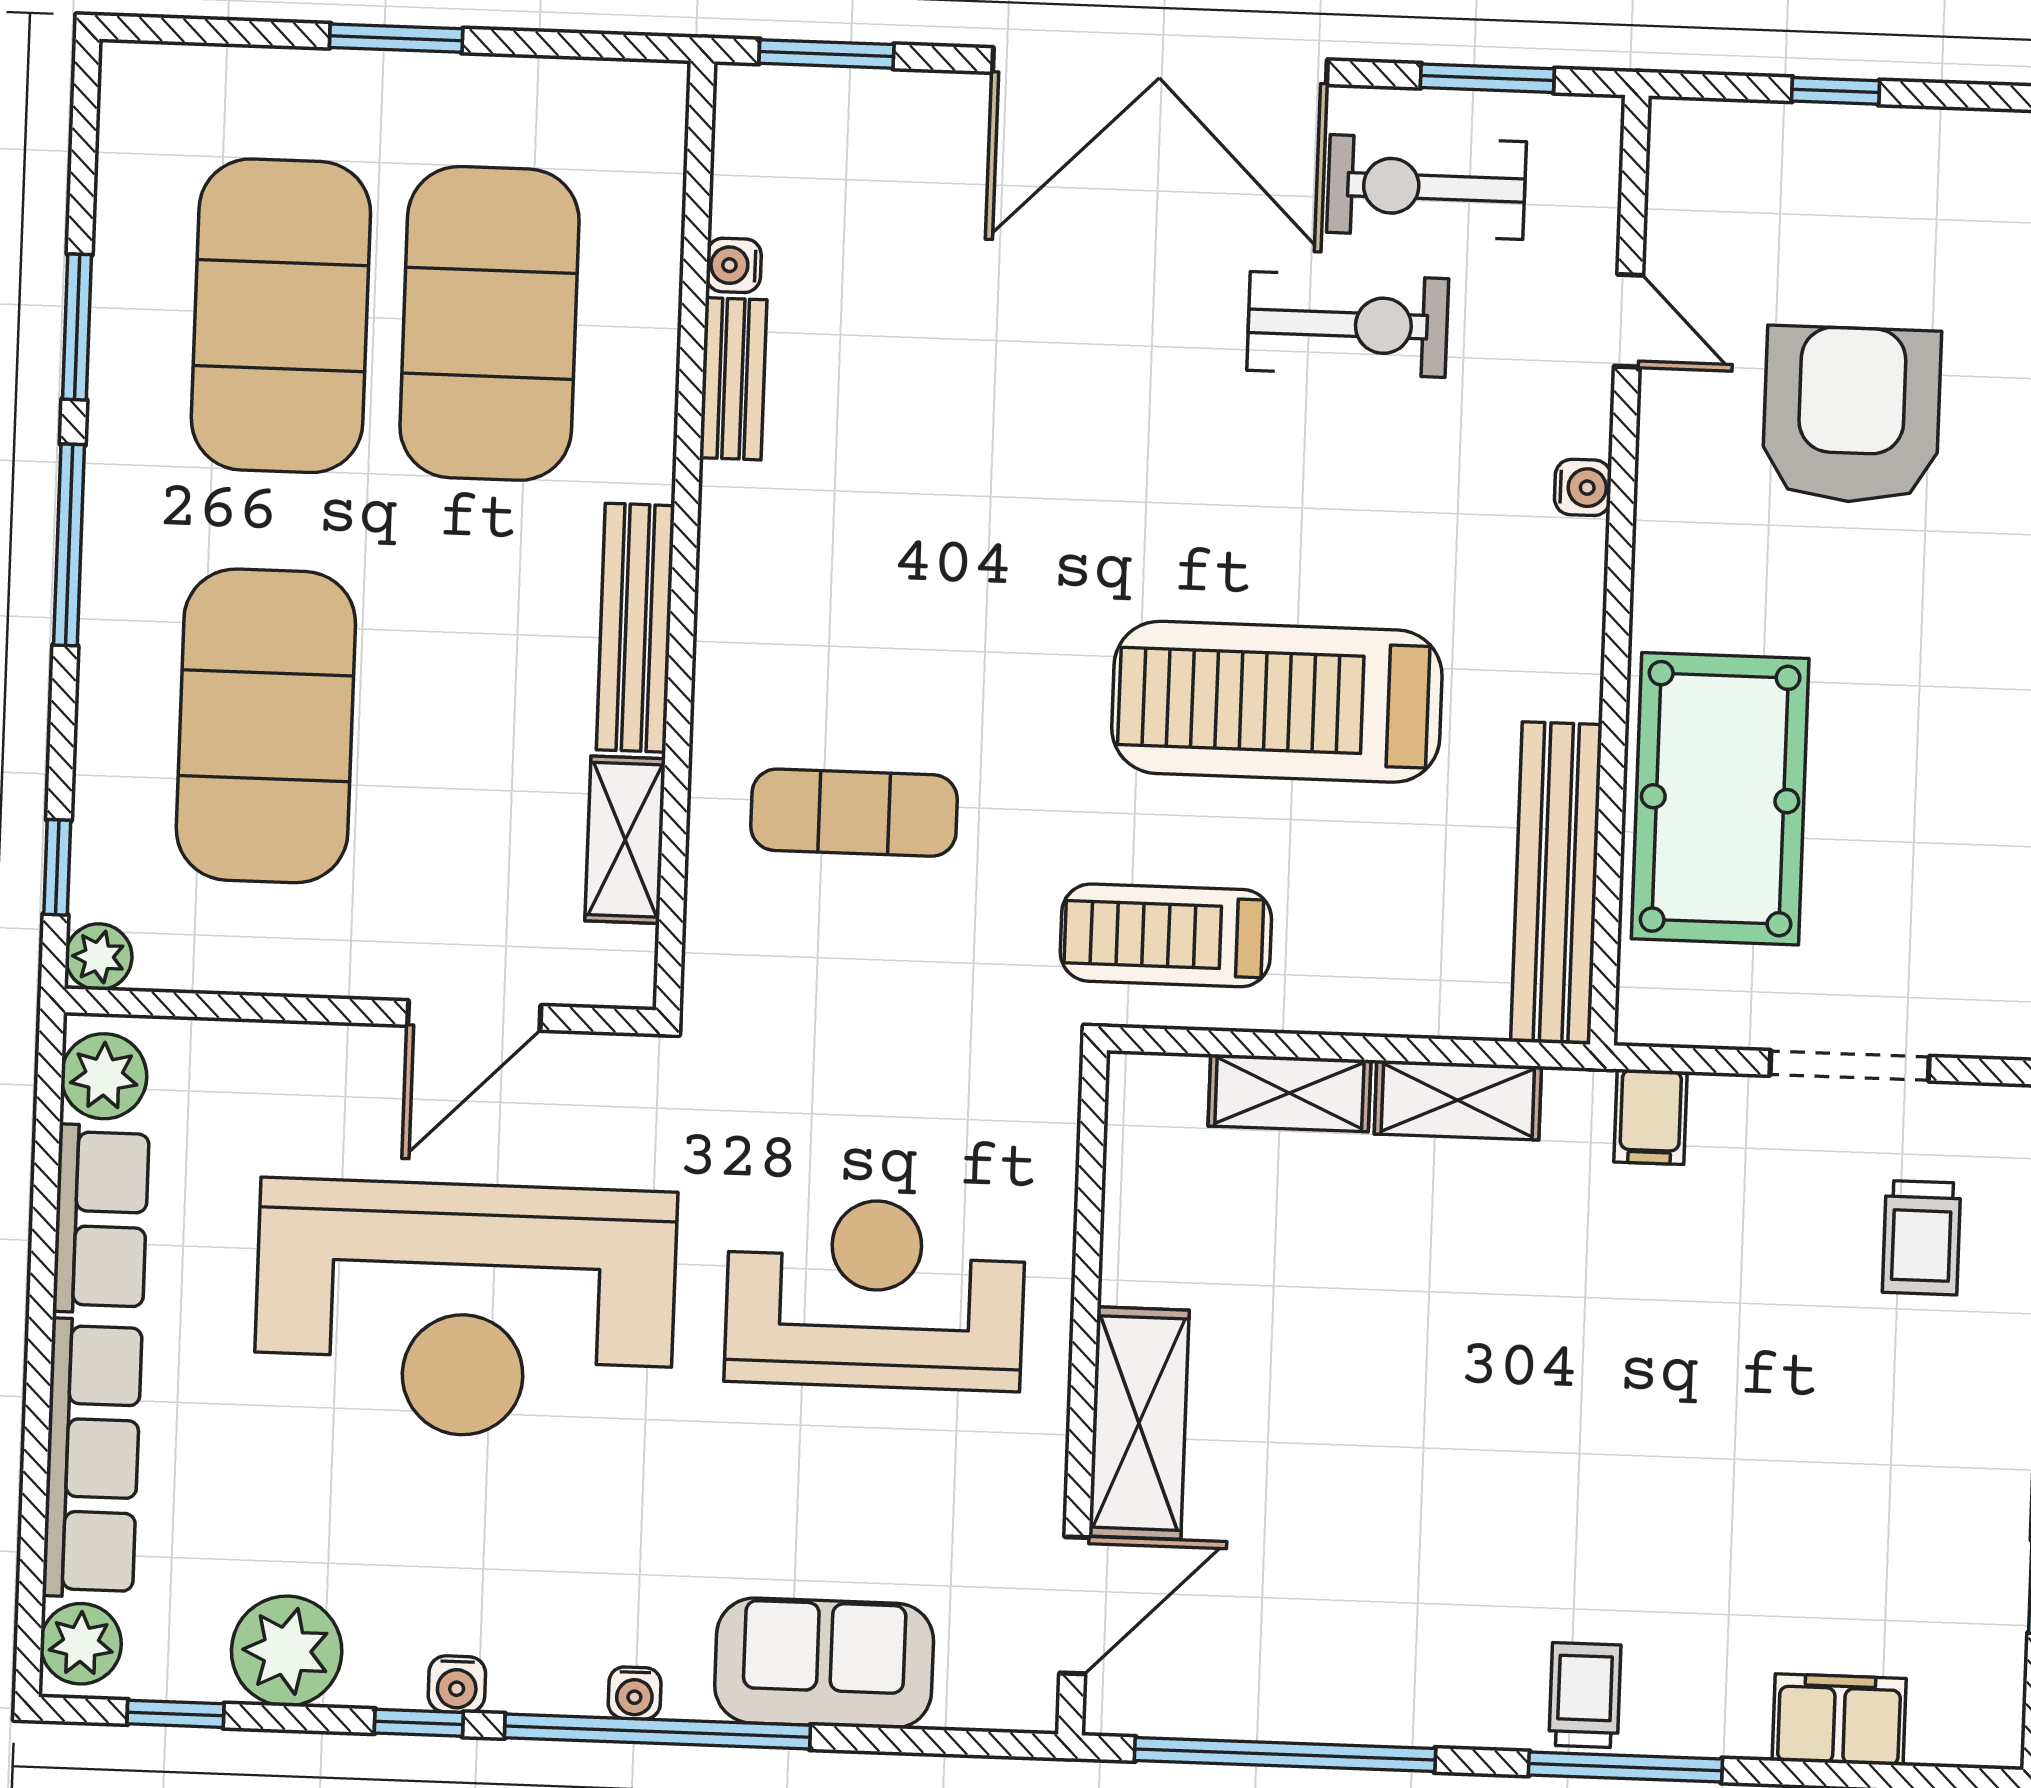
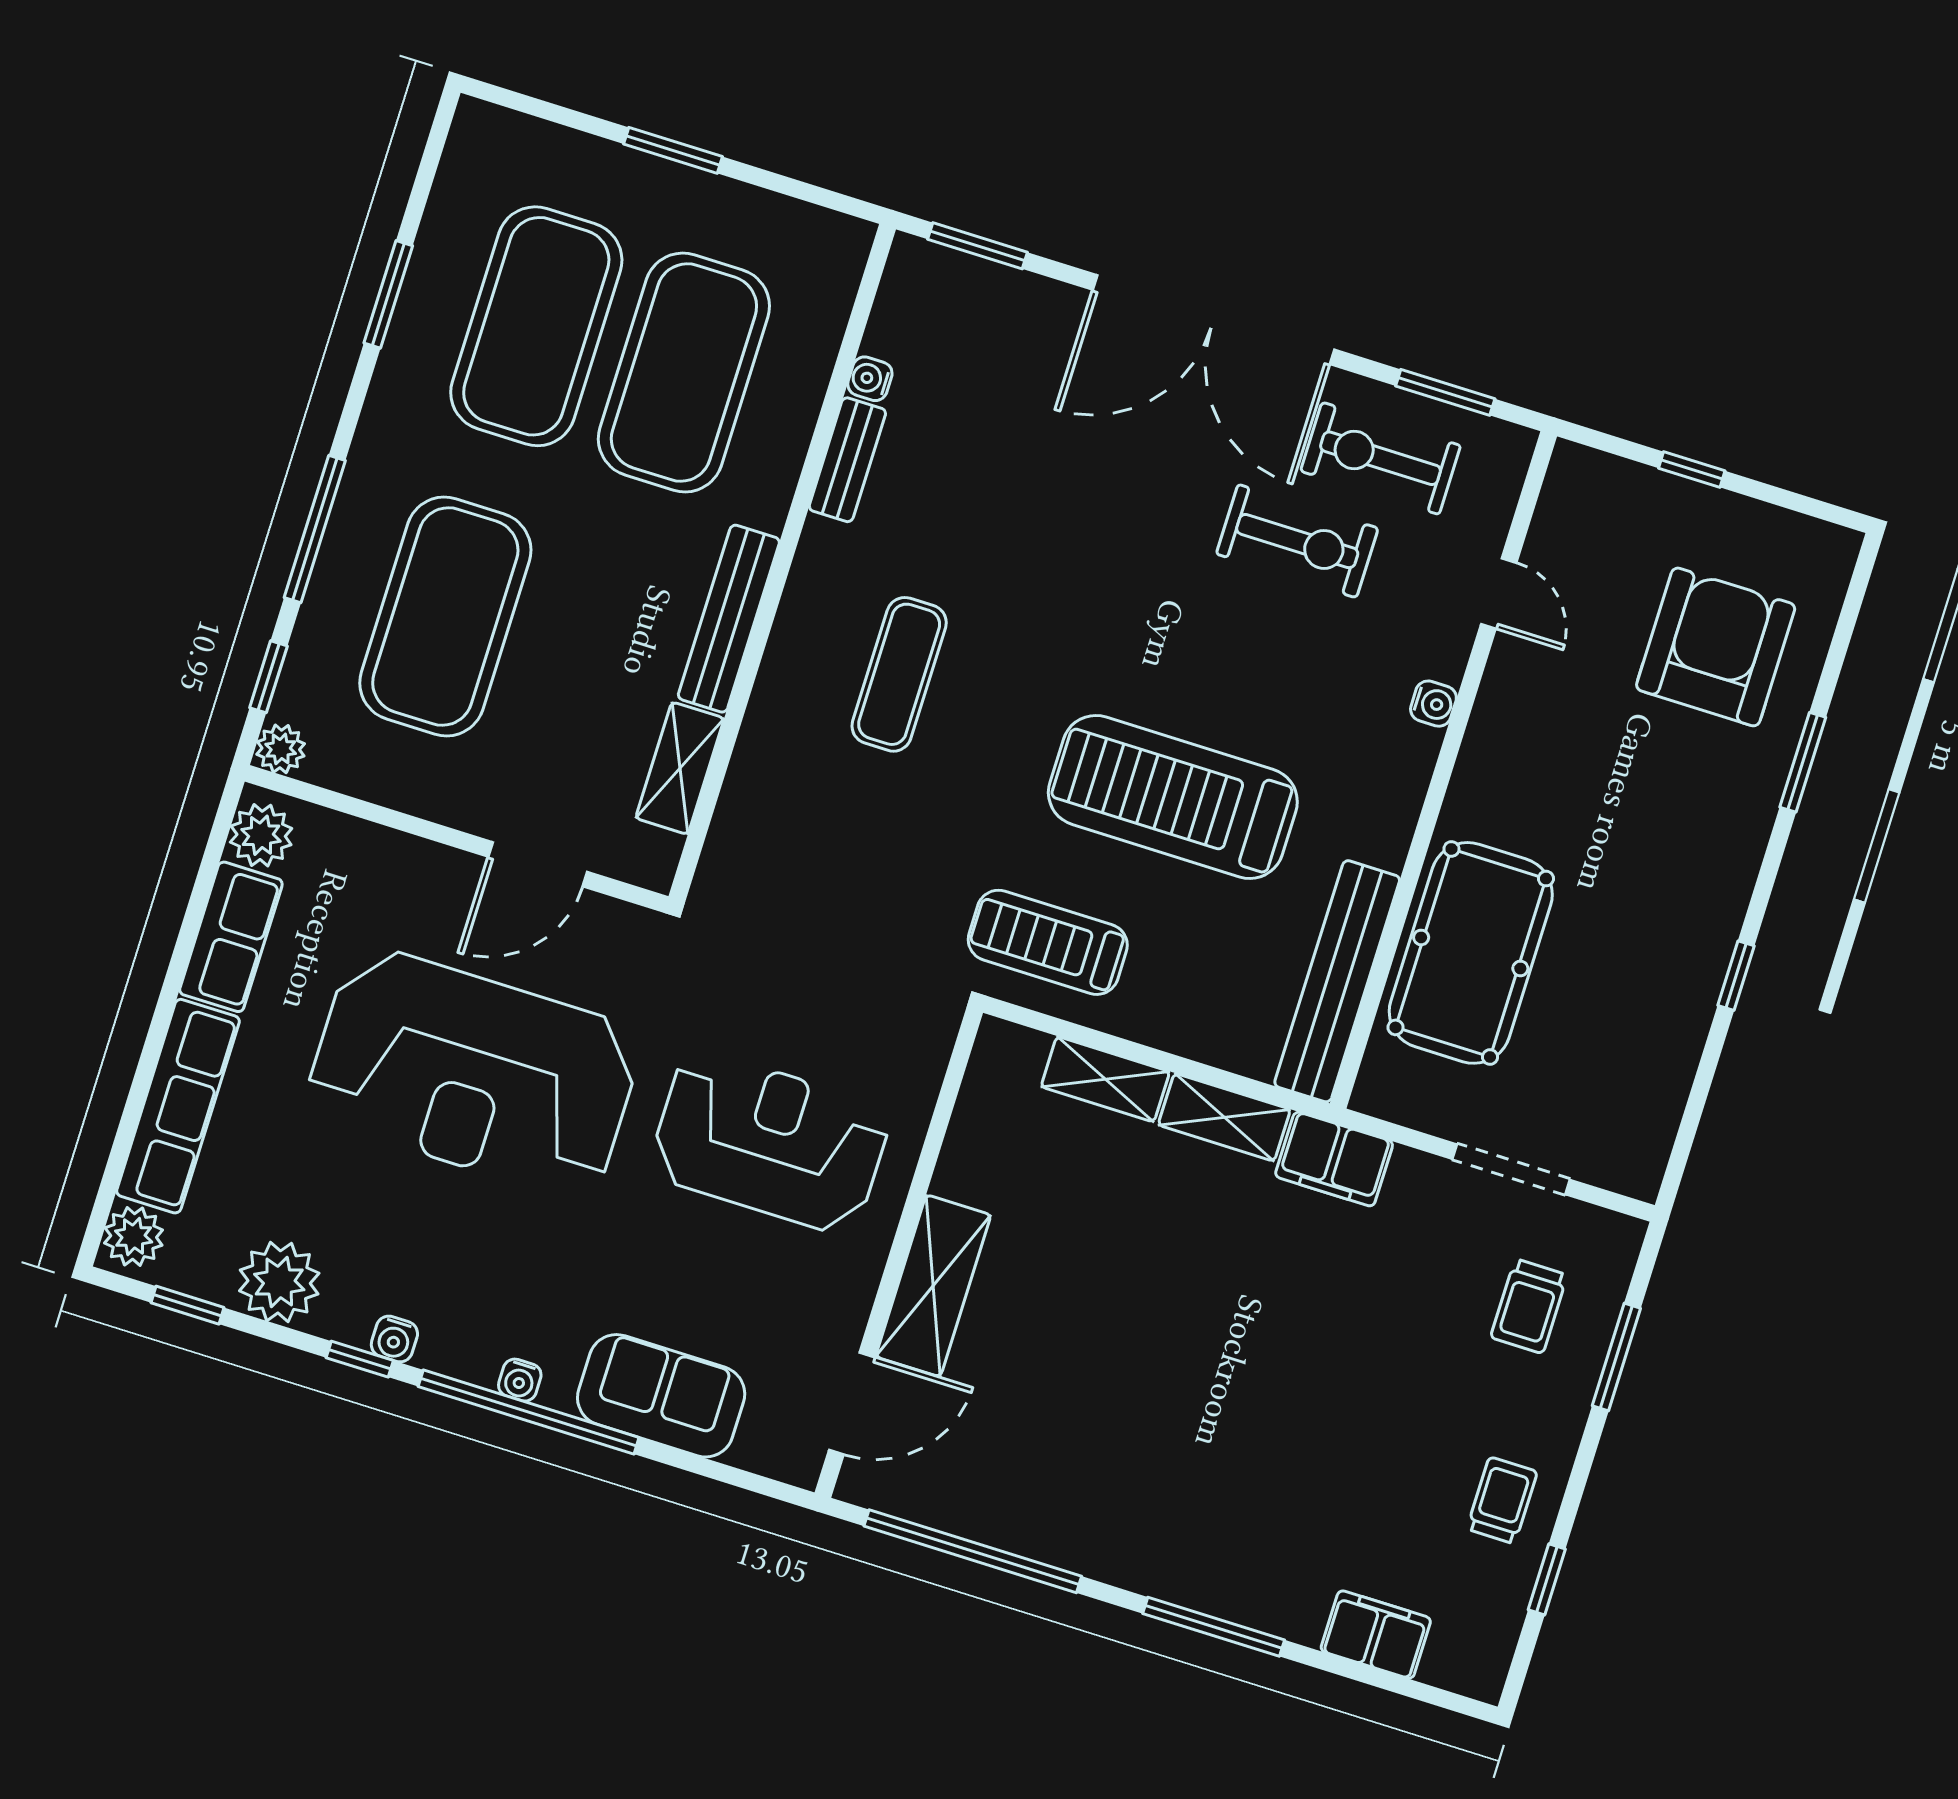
armchair: (1852, 415) -> (1716, 647), moved
window: (69, 545) -> (315, 529), moved
exercise mat: (854, 813) -> (899, 674), moved, turned 90
filing cabinet: (1651, 1117) -> (1334, 1159), width x2.00
trolley: (1585, 1695) -> (1502, 1500), moved

